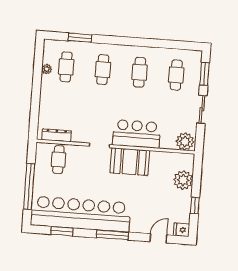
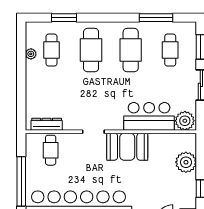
window: (165, 44) -> (156, 18), added
cafe table: (103, 70) -> (91, 50), width x1.37, depth x1.35
cafe table: (140, 72) -> (131, 50), width x1.37, depth x1.35
bar counter: (137, 134) -> (149, 116), moved

